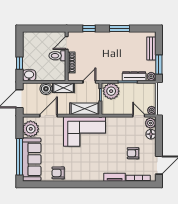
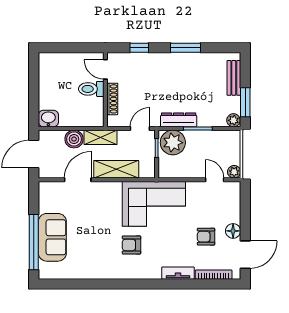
door: (67, 43) -> (105, 69), hinge flipped
window: (19, 63) -> (34, 100), removed
dresser: (134, 76) -> (179, 120), moved
shelving: (85, 109) -> (116, 169), moved
plant: (150, 123) -> (232, 191), removed
plant: (31, 129) -> (51, 200), removed
corner sofa: (85, 132) -> (154, 204), moved
floor lamp: (151, 134) -> (233, 231), moved
sofa: (32, 159) -> (52, 237), width x0.73
armchair: (58, 173) -> (131, 245), moved

